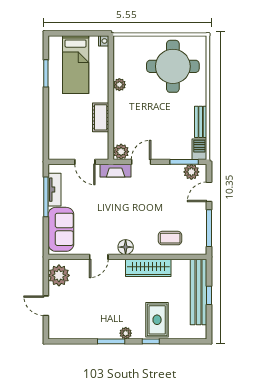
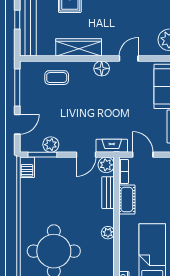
bench: (201, 122) -> (108, 193), moved
bookcase: (104, 145) -> (124, 171), added
plant: (191, 172) -> (51, 145), moved

